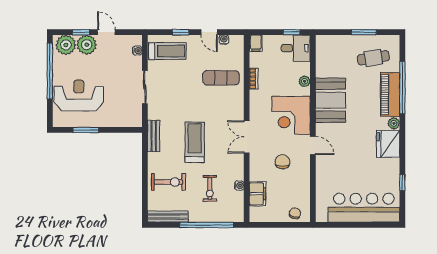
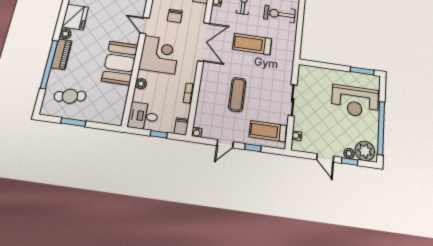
door: (209, 32) -> (225, 144), swing flipped
window: (292, 32) -> (159, 134), moved
water cooler: (224, 40) -> (197, 132), moved
plant: (87, 45) -> (349, 153), width x0.53, depth x0.53
exercise mat: (221, 78) -> (237, 95), moved, turned 90
piano: (390, 95) -> (62, 54), width x0.73, depth x0.75
window: (86, 130) -> (362, 71), moved
bench: (154, 136) -> (289, 55), removed
double door: (247, 137) -> (204, 42), width x1.37
treadmill: (195, 142) -> (252, 44), turned 90

